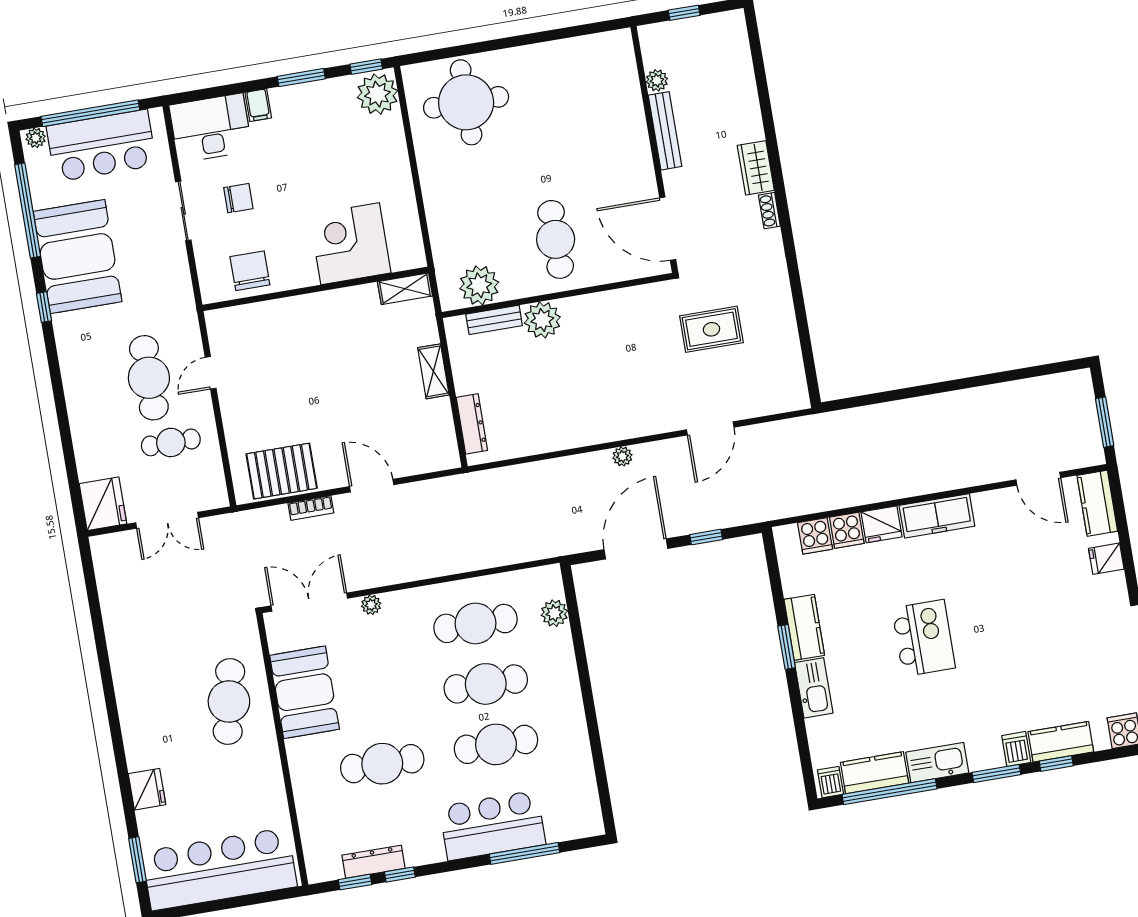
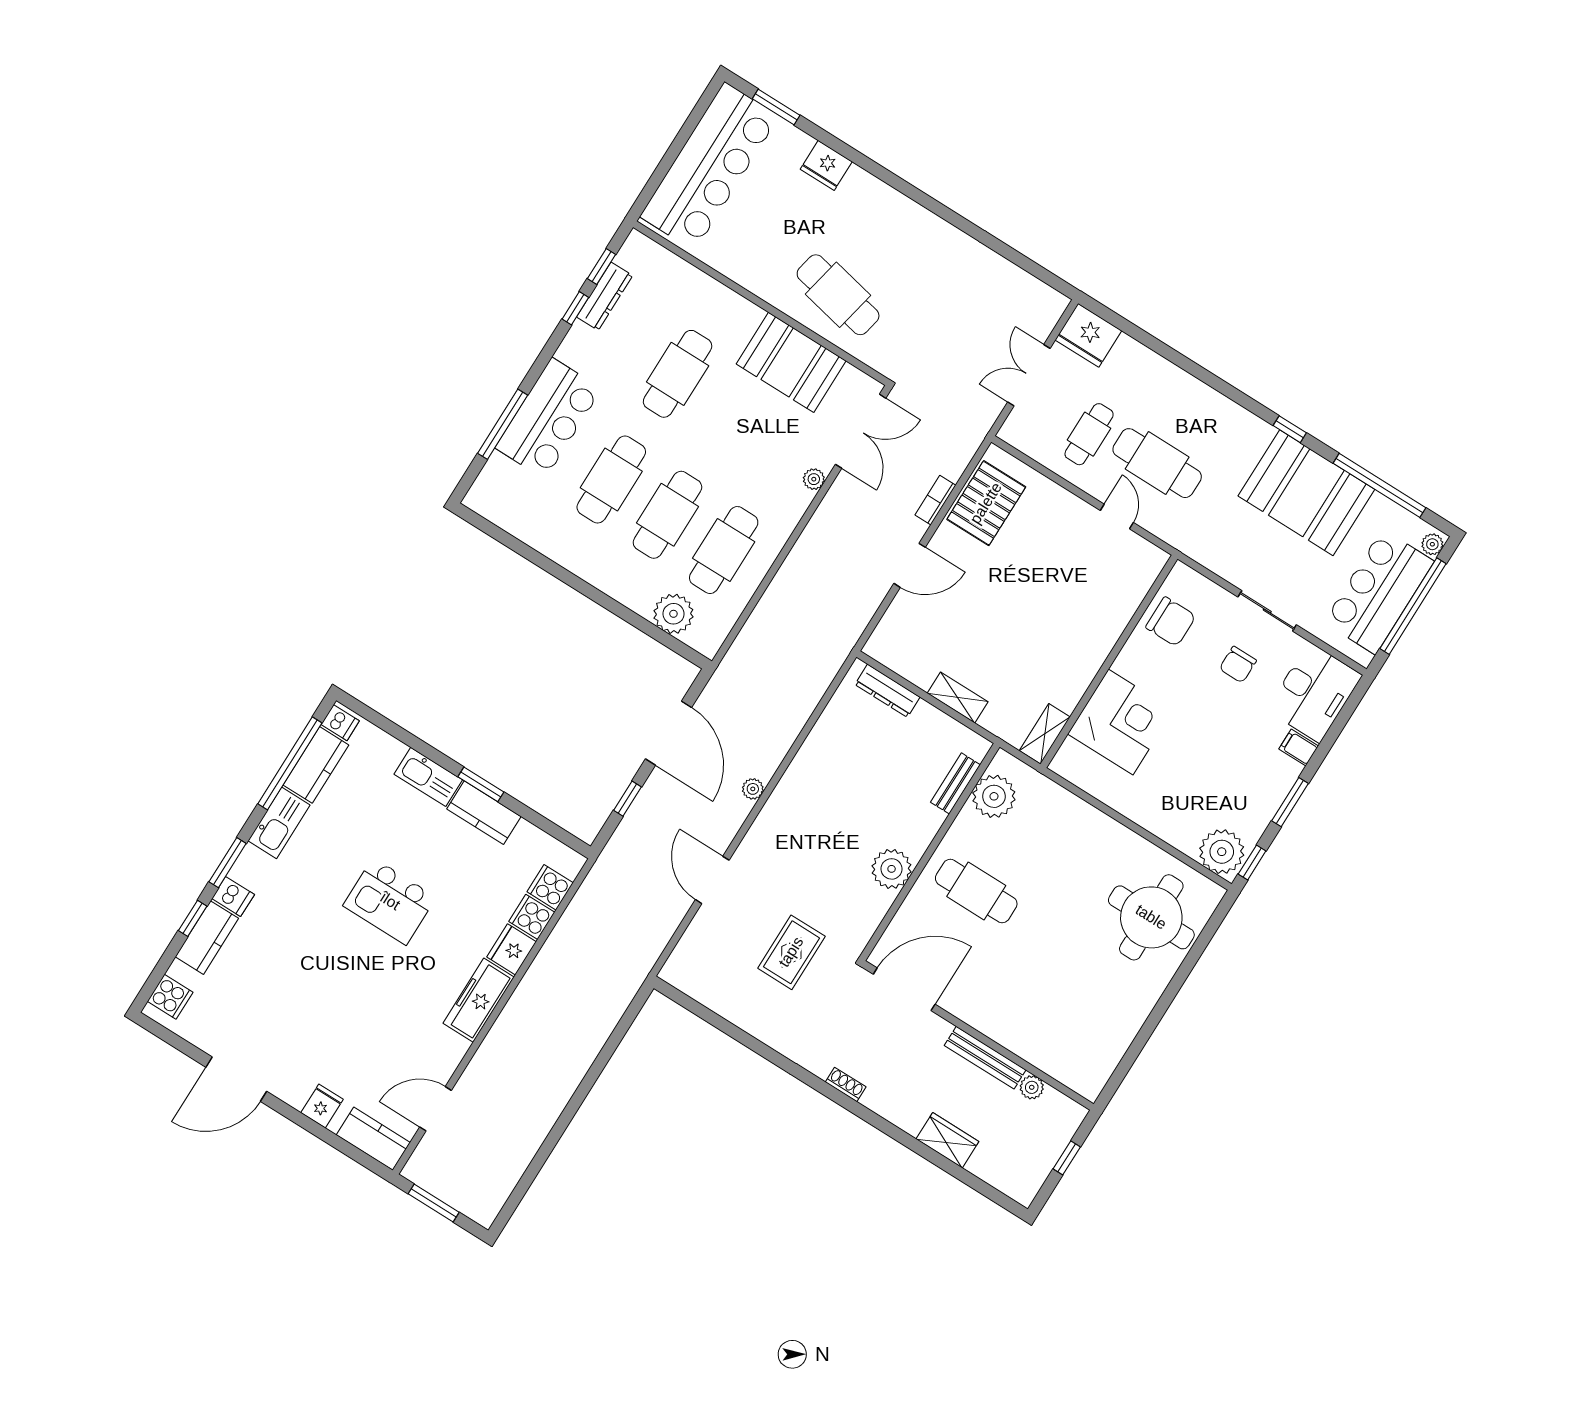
wardrobe: (756, 168) -> (947, 1140), moved
plant: (542, 320) -> (892, 869), moved
plant: (554, 613) -> (673, 614), width x1.36, depth x1.36

